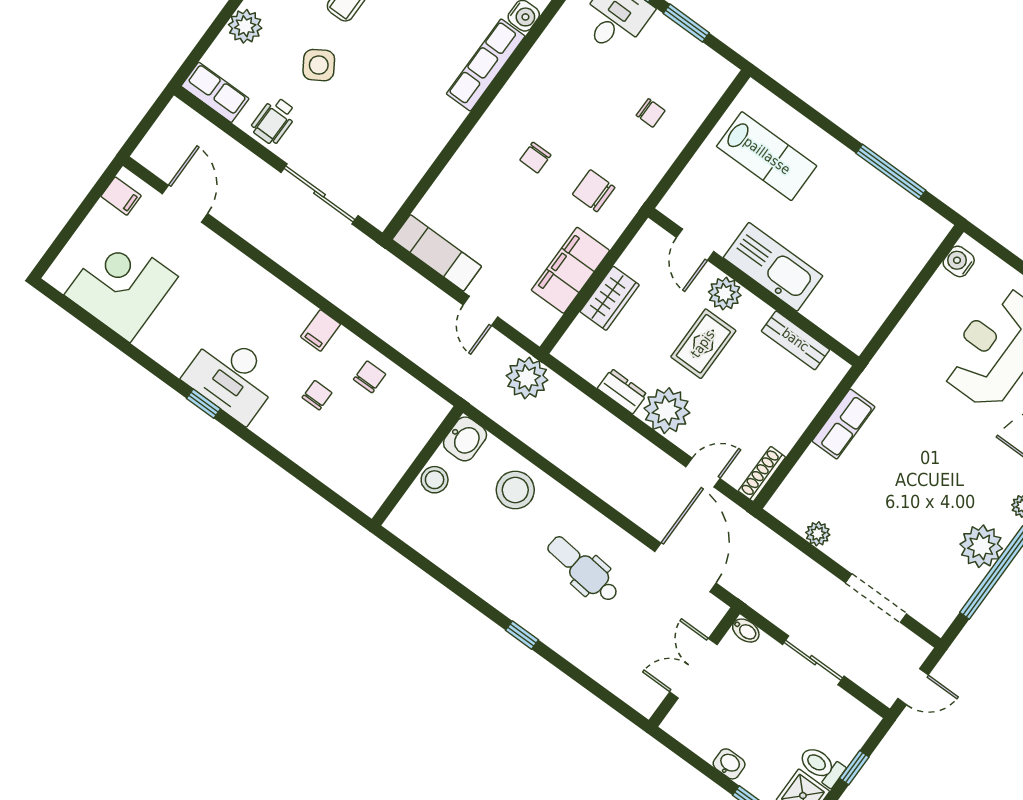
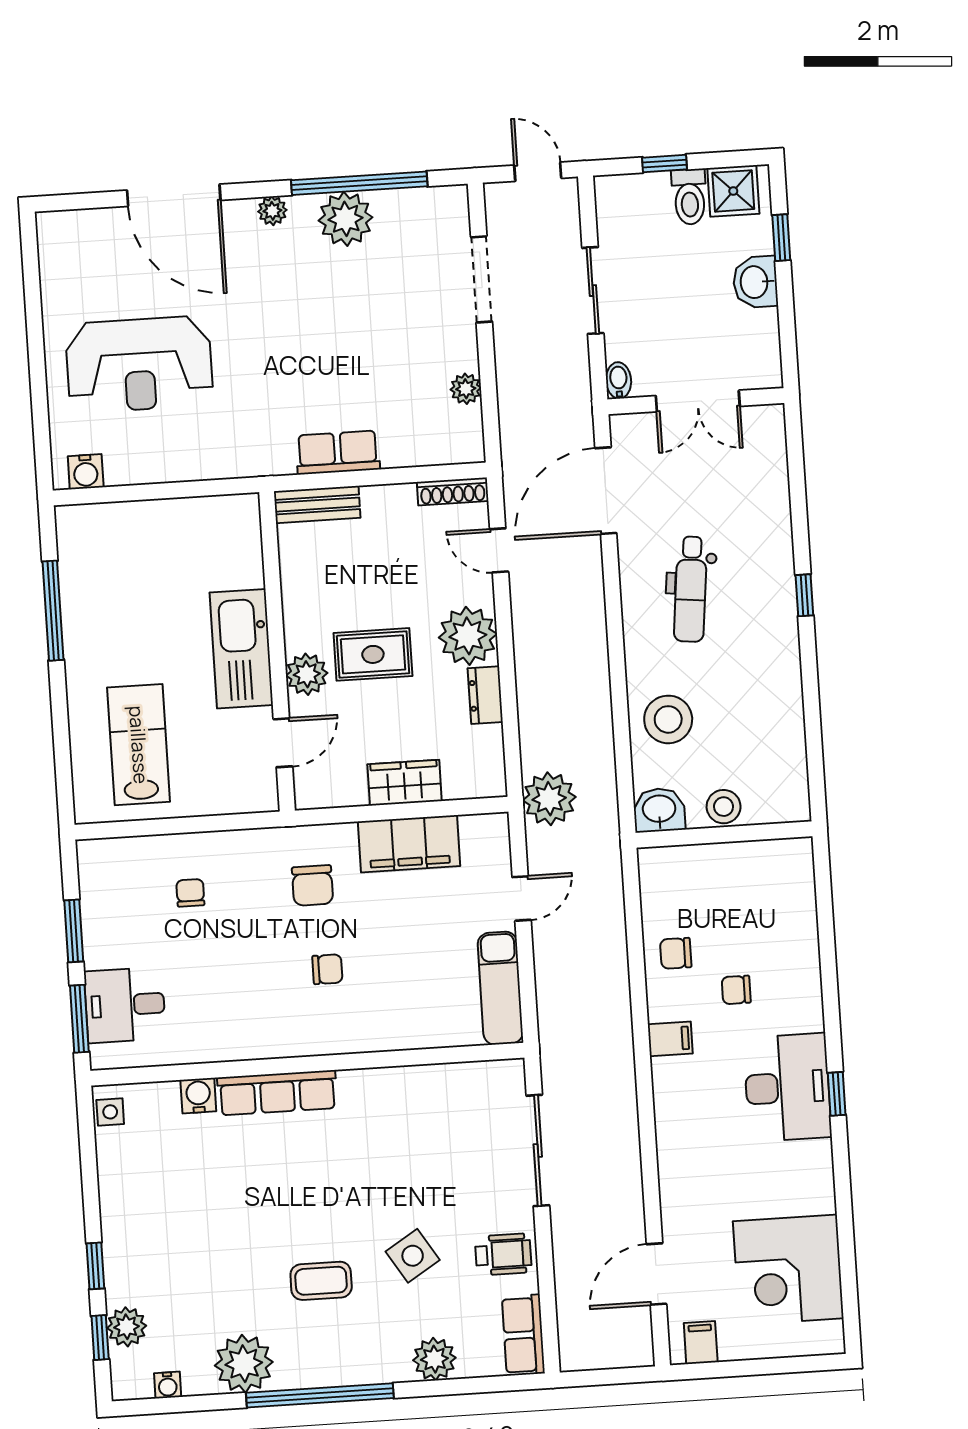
bench: (795, 340) -> (317, 505), moved, turned 90
washbasin: (729, 764) -> (755, 282), width x1.38, depth x1.45

